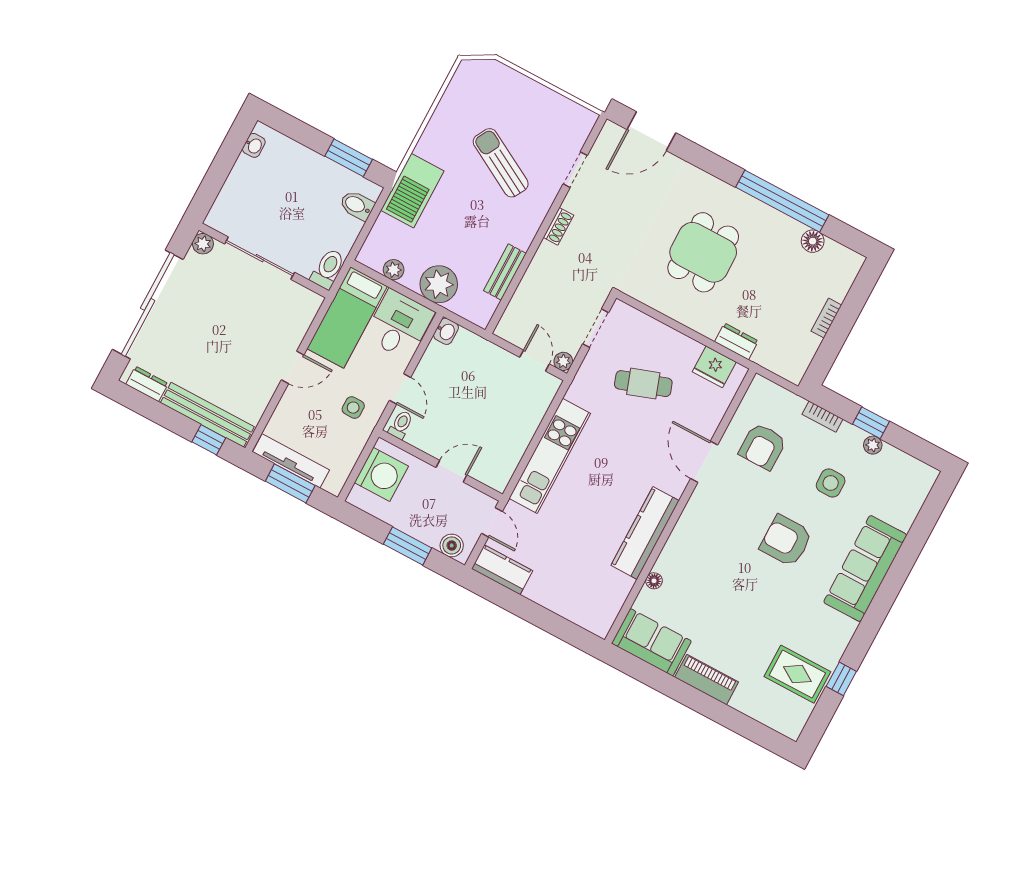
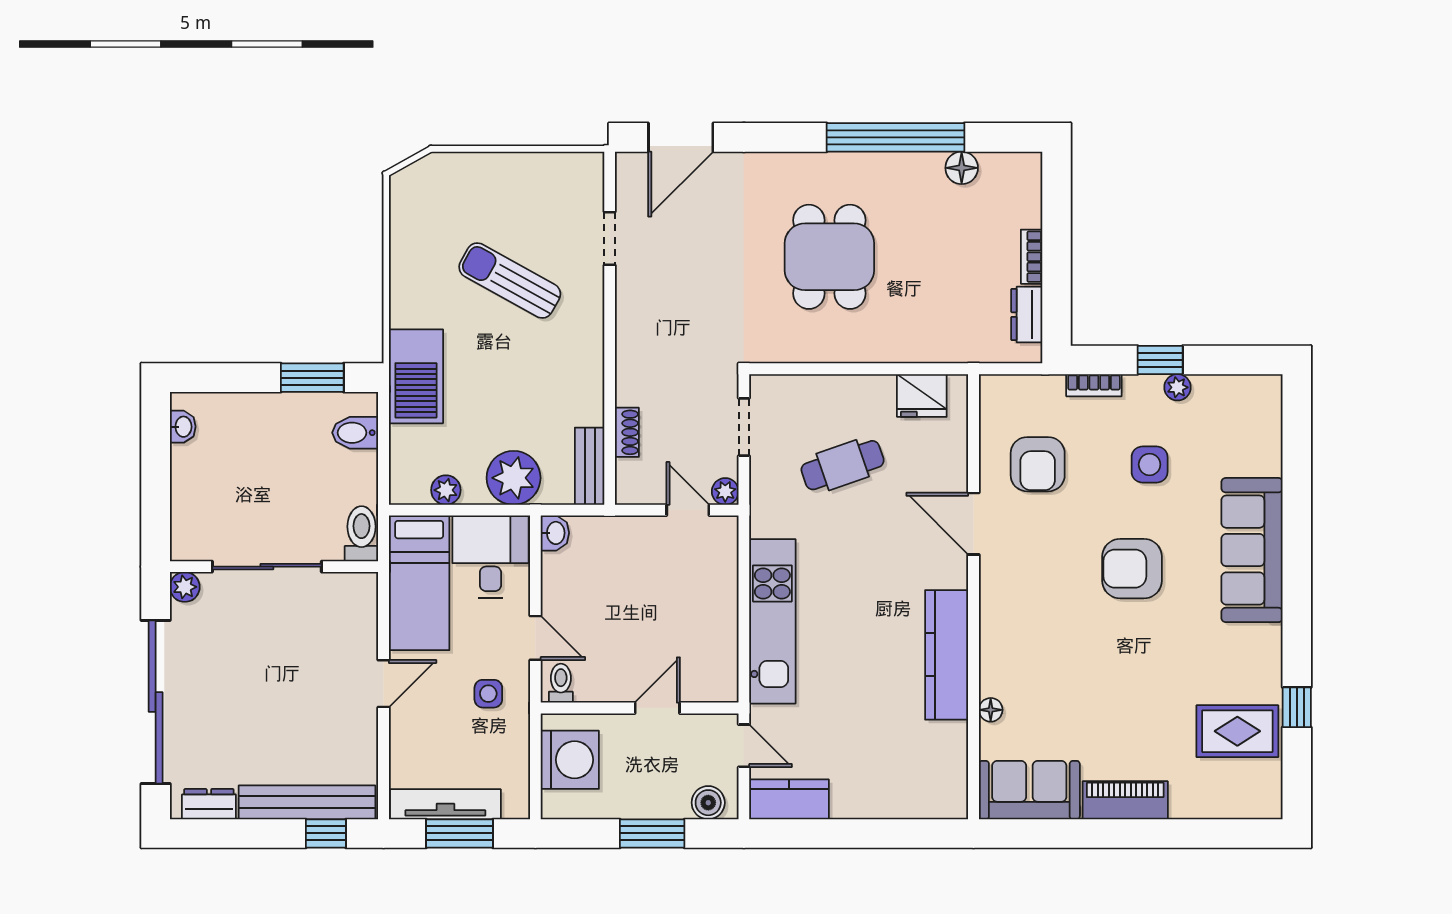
shoe rack: (558, 226) -> (627, 432), moved
bench: (505, 272) -> (590, 466), moved
dresser: (736, 341) -> (1027, 315), moved, turned -90

